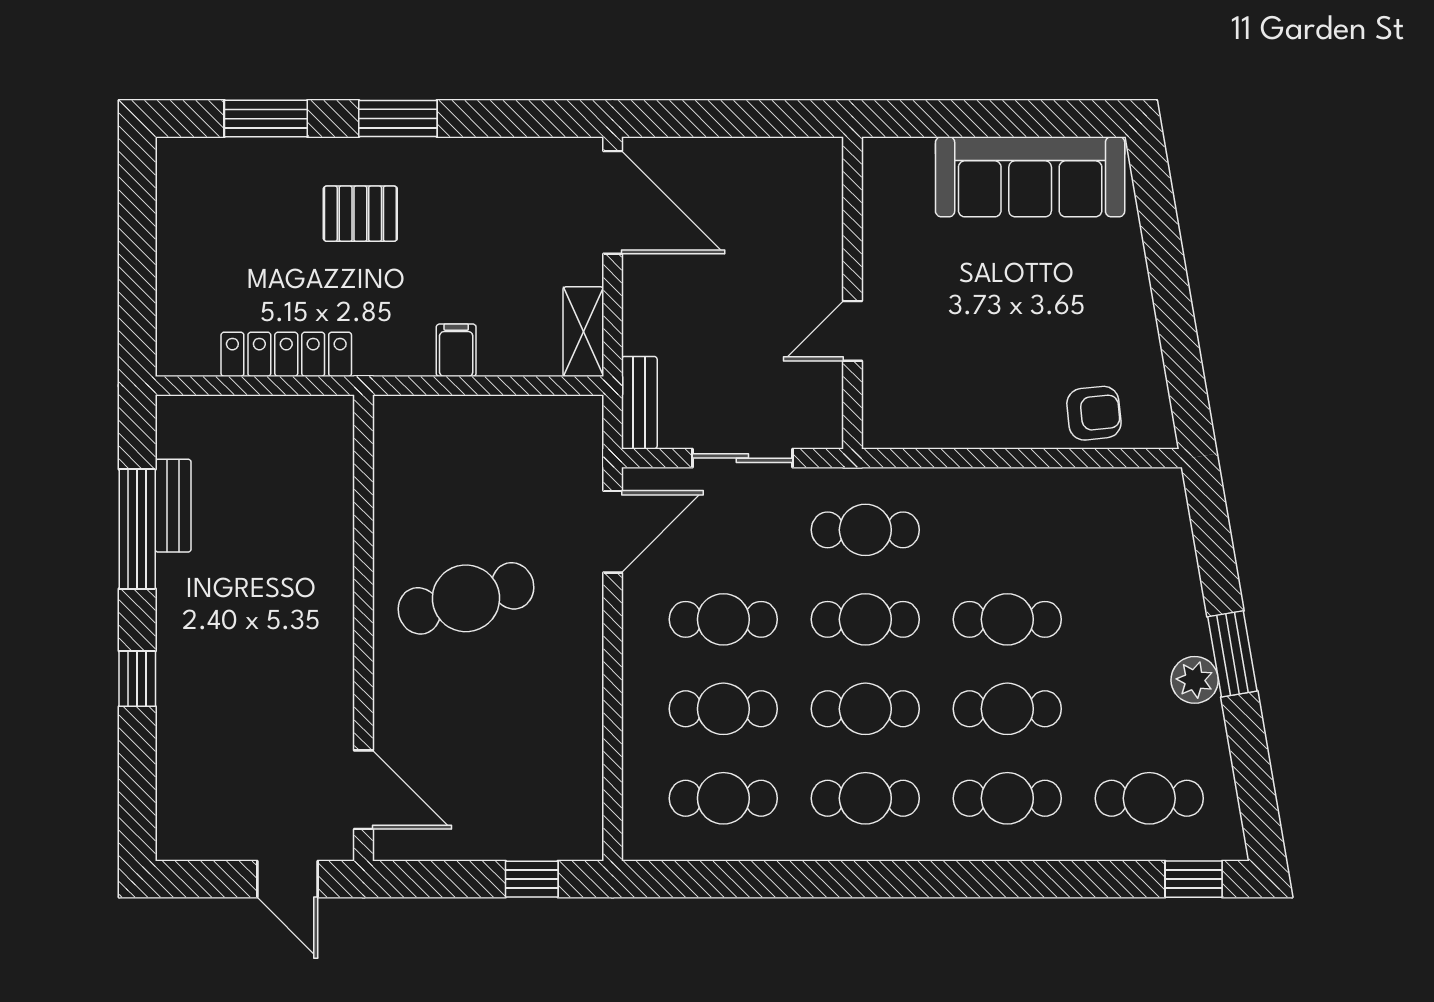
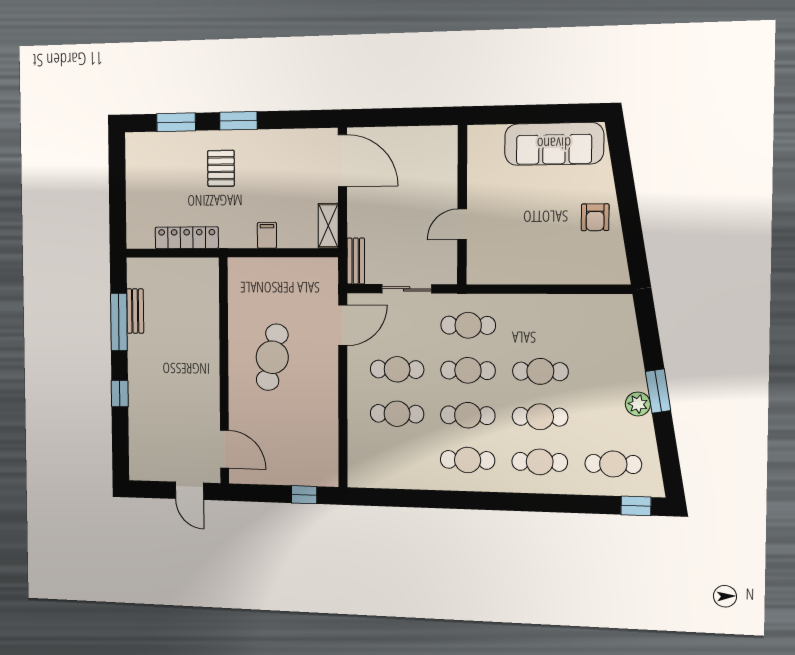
pallet: (360, 214) -> (221, 168), turned 90
armchair: (1094, 413) -> (595, 217), moved, turned 96
cafe table: (466, 598) -> (272, 357), turned -63
cafe table: (723, 798) -> (397, 458), removed

